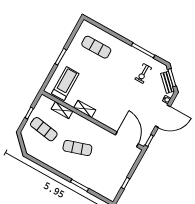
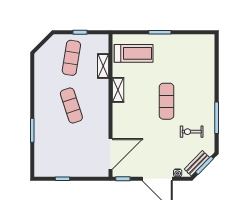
exercise mat: (96, 47) -> (166, 101), moved

